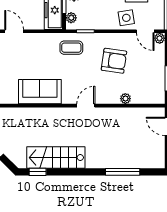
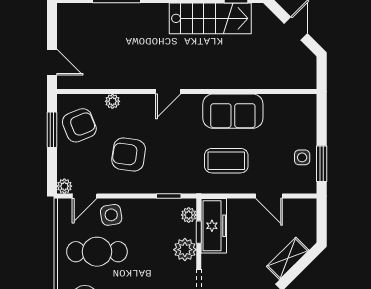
door: (145, 31) -> (85, 196), swing flipped
coffee table: (71, 48) -> (226, 161), moved, width x1.36, depth x1.30
armchair: (149, 81) -> (79, 125), added

